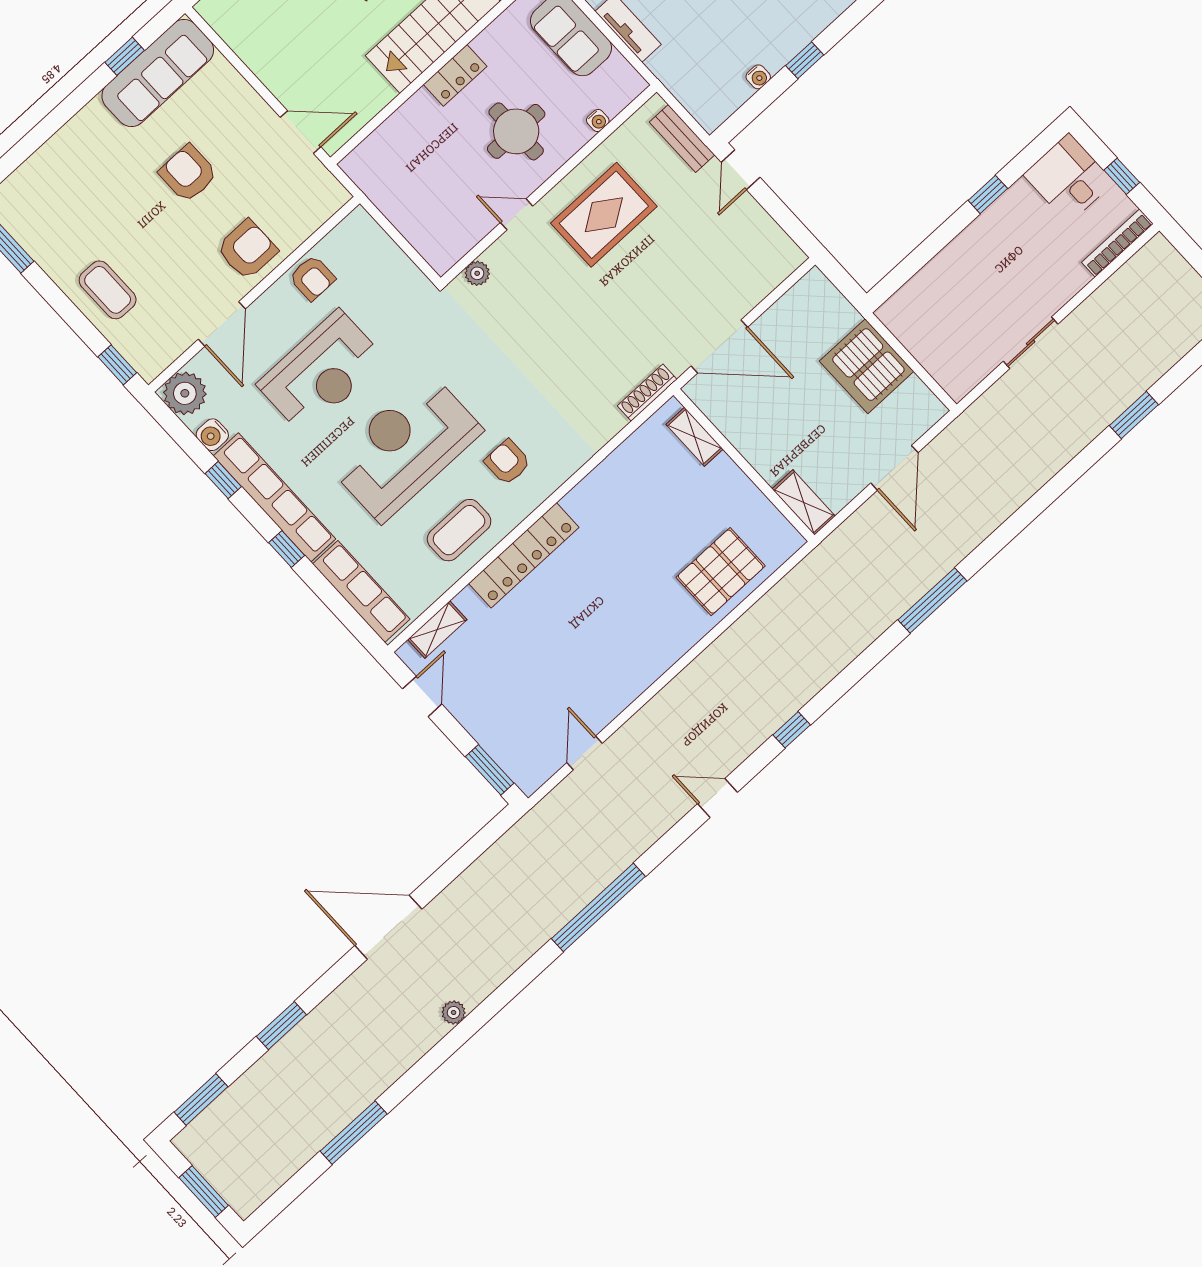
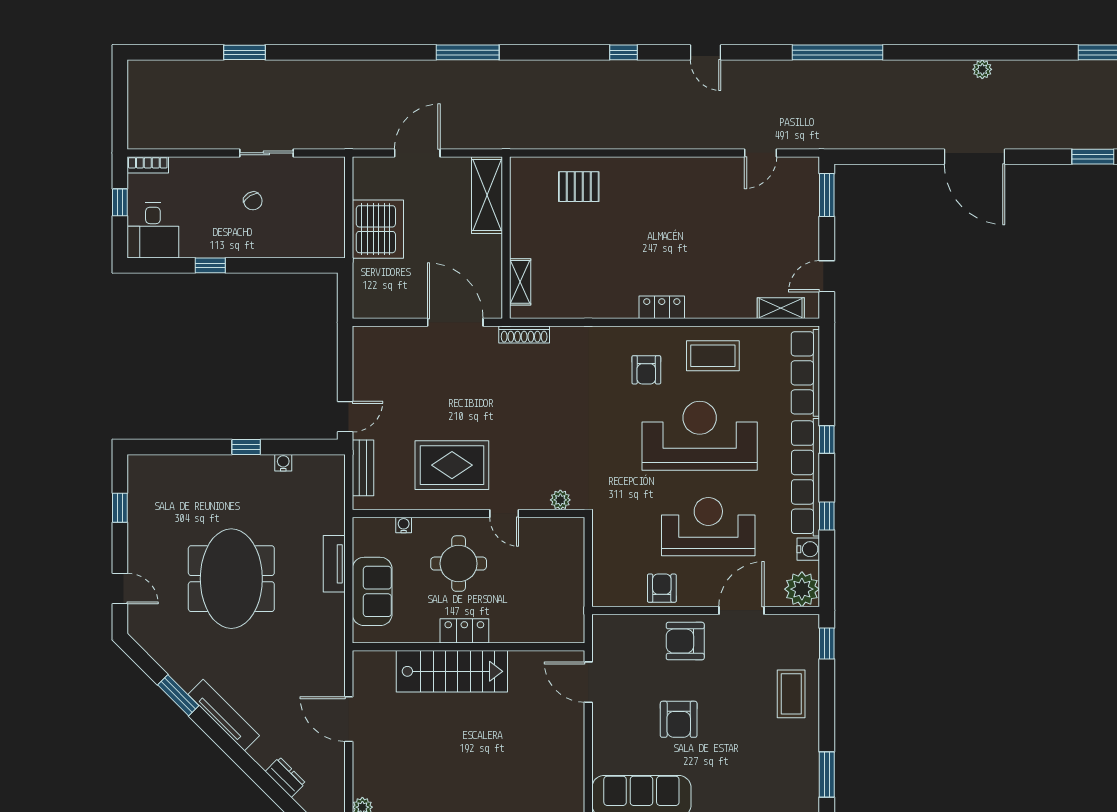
bookcase: (1117, 243) -> (148, 165), width x0.64
chair: (1003, 288) -> (253, 201), added
reception desk: (405, 447) -> (700, 436), turned 180
shelving: (804, 503) -> (487, 195), width x1.50, depth x1.33
locker: (524, 555) -> (662, 307), width x0.46, depth x0.83
pallet: (721, 572) -> (579, 187), width x0.67, depth x0.71

